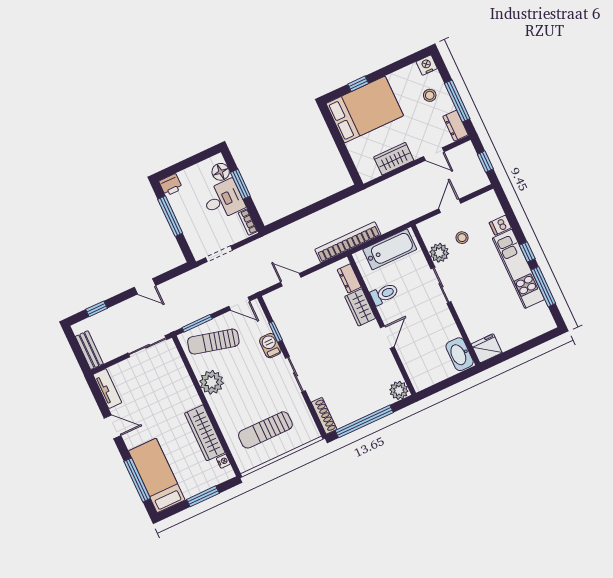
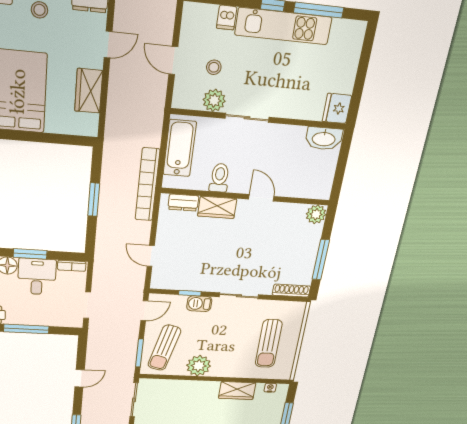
window: (313, 208) -> (94, 200), added
door: (291, 280) -> (151, 256), hinge flipped
window: (364, 421) -> (321, 260), width x0.68
wardrobe: (205, 433) -> (237, 391), width x0.67

